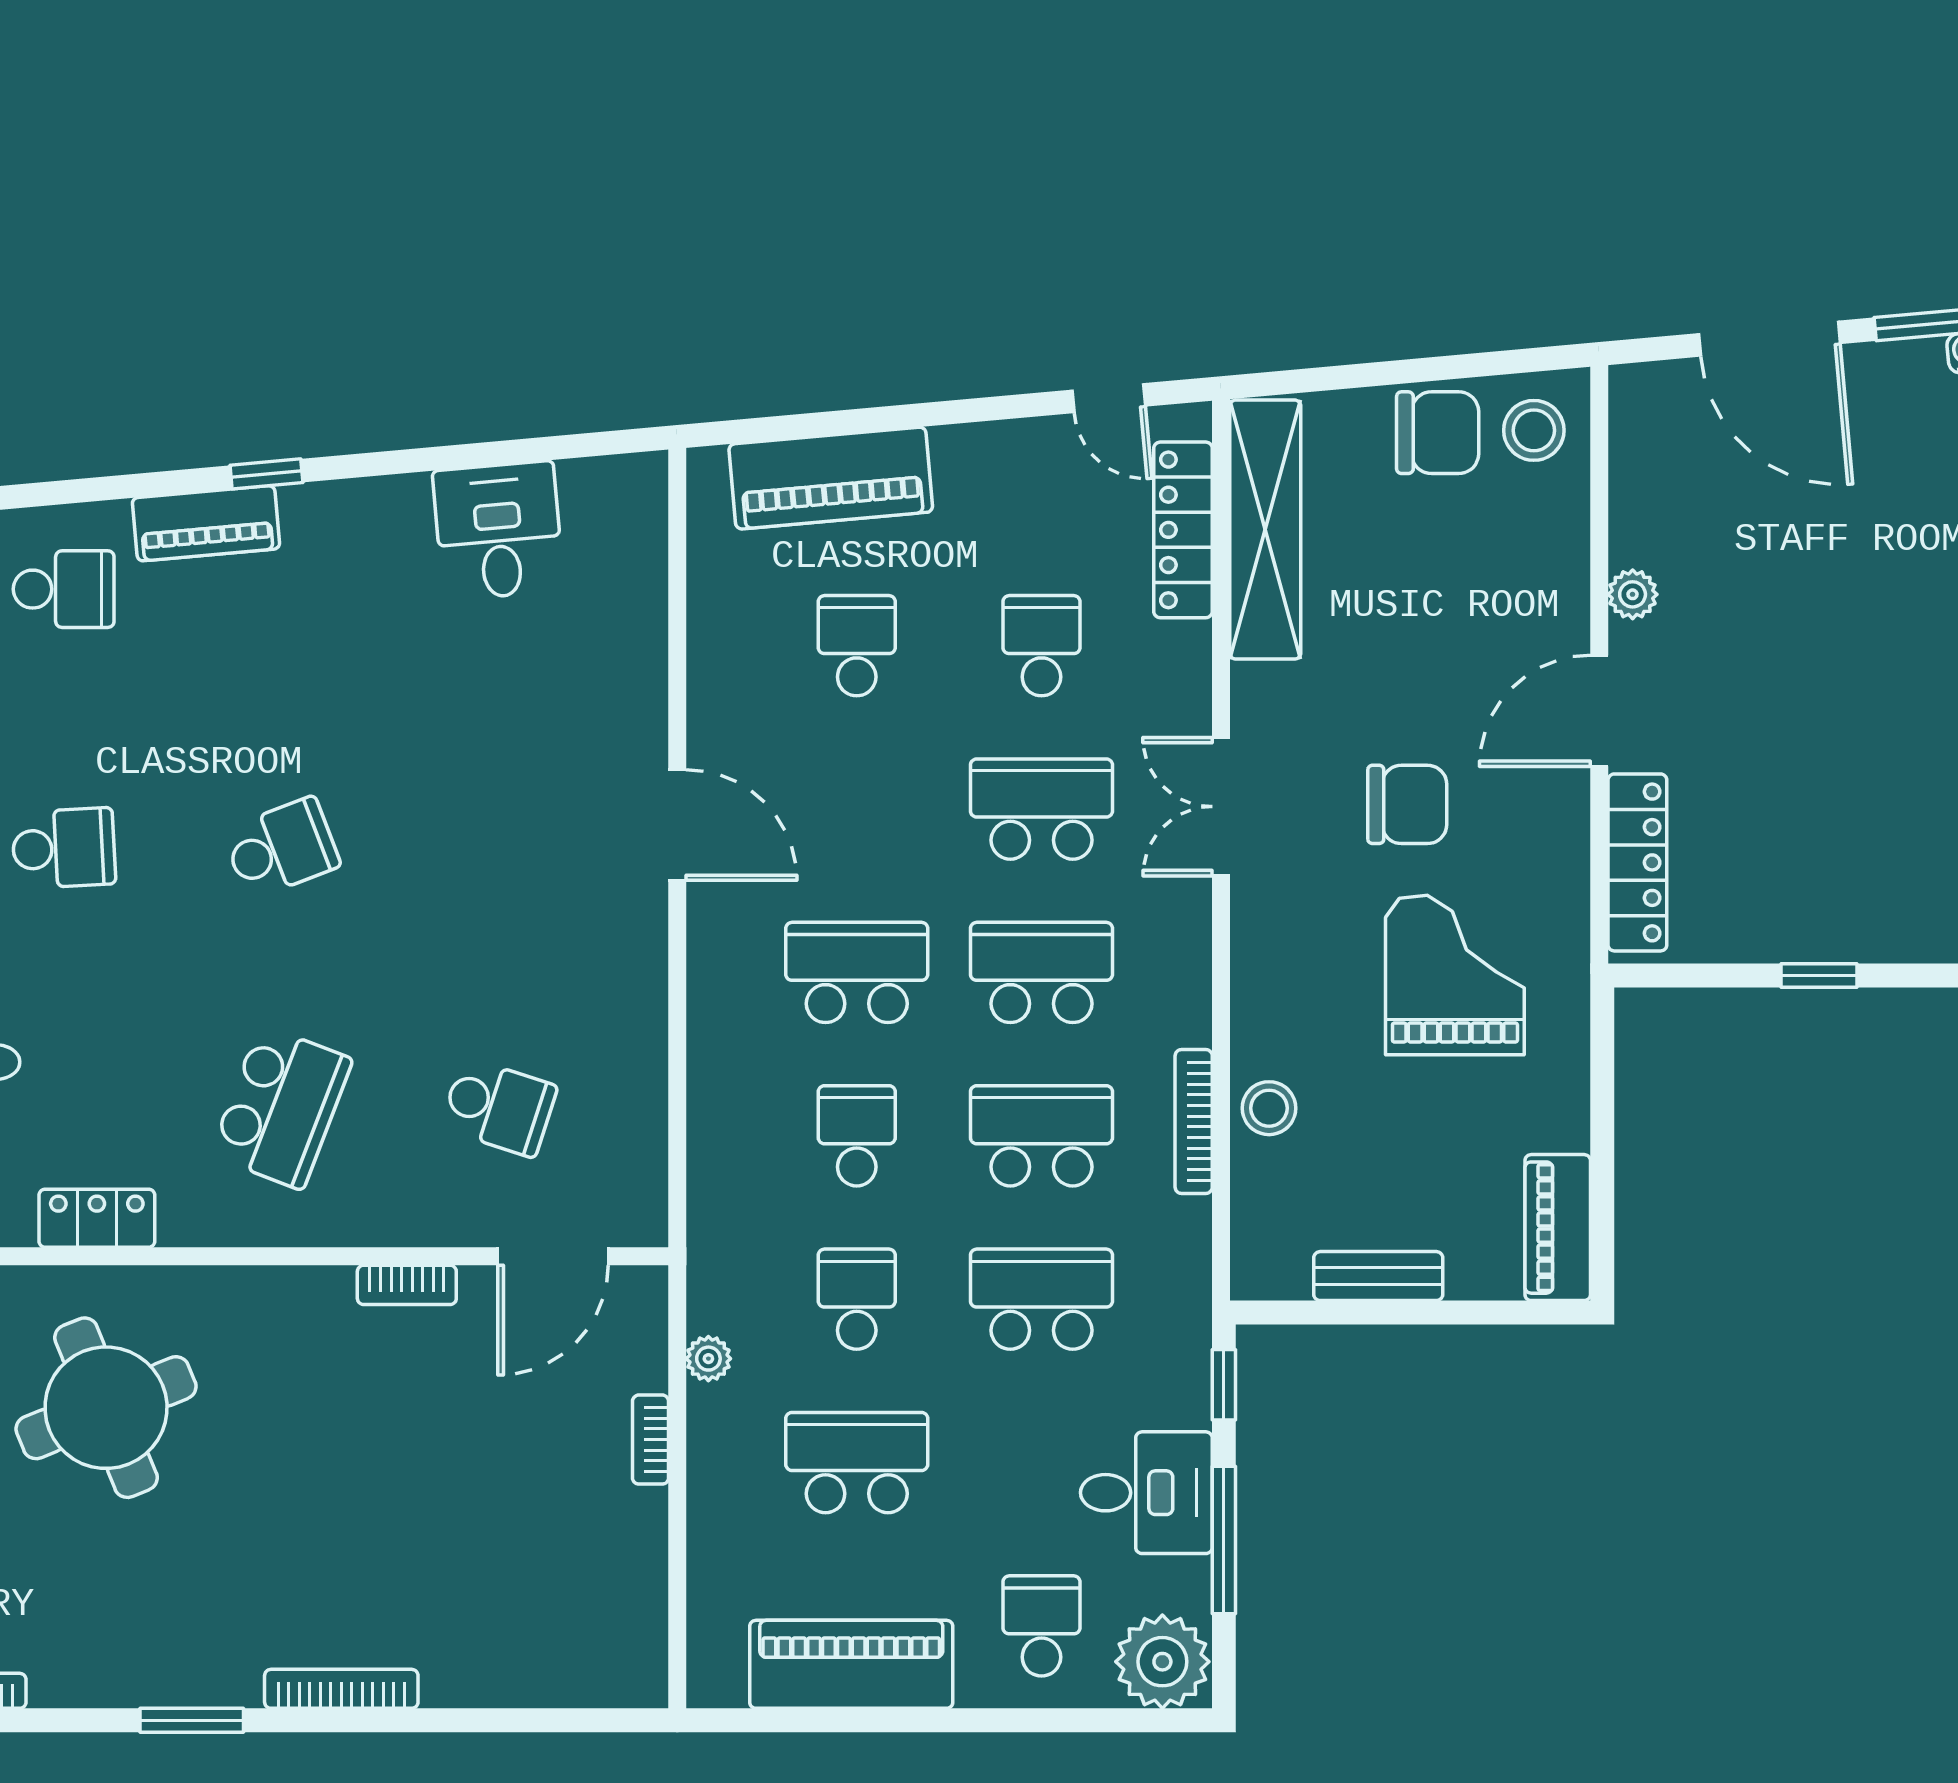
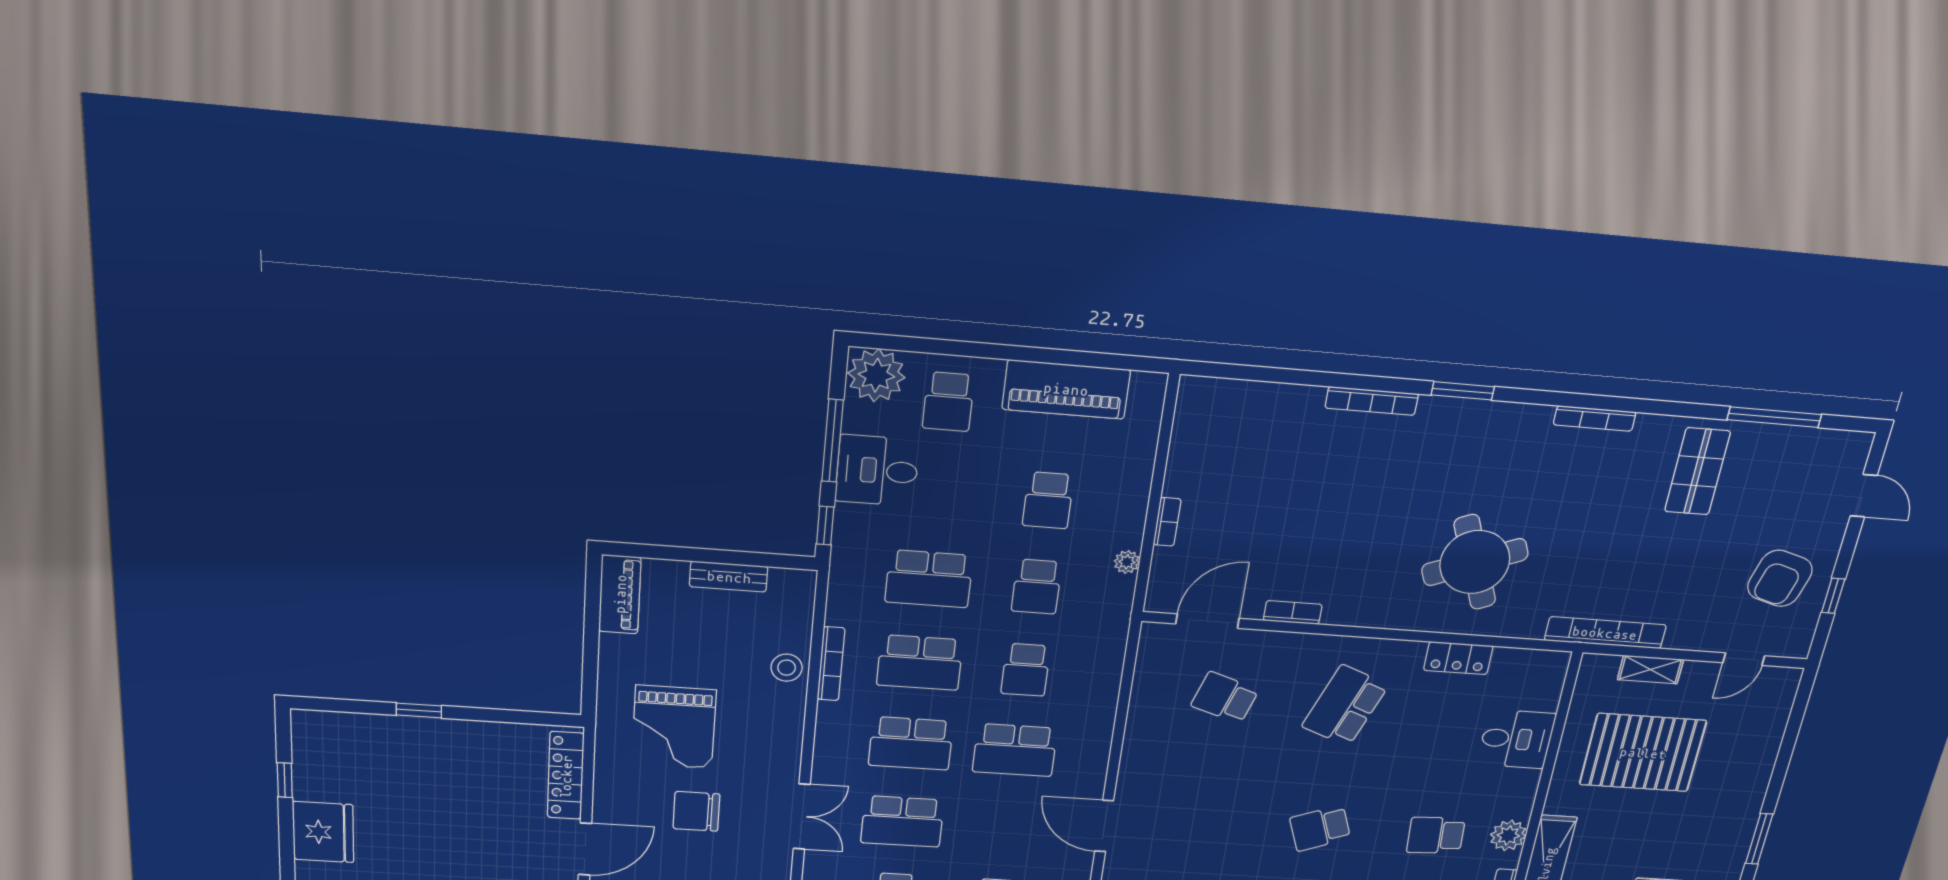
window: (1819, 976) -> (419, 710), moved
school desk: (857, 1463) -> (1048, 500), width x0.54

